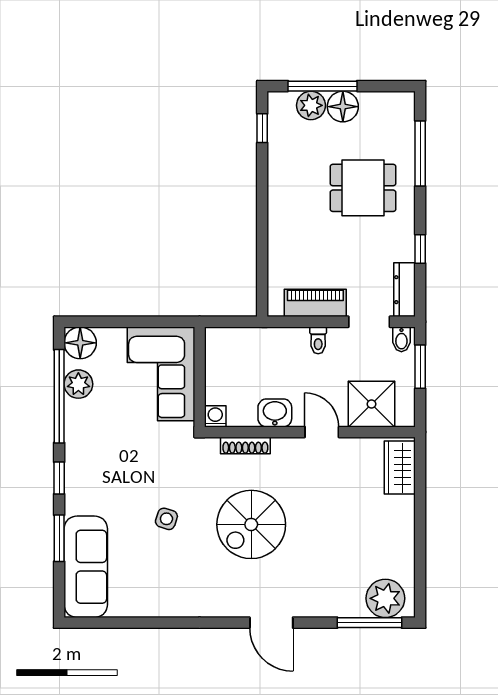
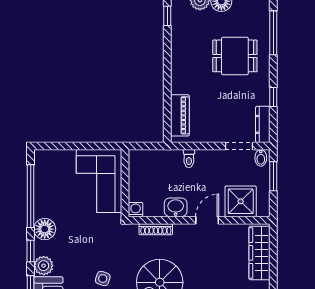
piano: (315, 303) -> (180, 115), moved, turned 90
toilet: (318, 340) -> (189, 158), moved
floor lamp: (80, 343) -> (45, 229), moved
plant: (78, 384) -> (44, 266), moved
door: (322, 432) -> (207, 220), hinge flipped
wardrobe: (400, 468) -> (260, 253), width x1.50

